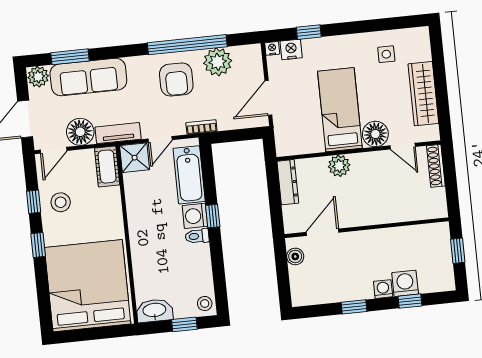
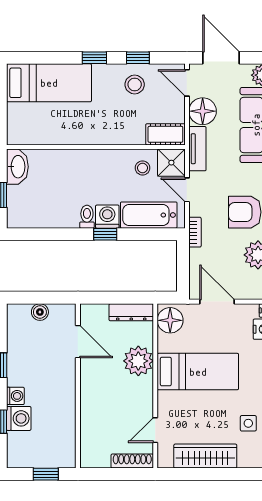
floor lamp: (375, 134) -> (170, 320), moved
plant: (339, 166) -> (138, 361), width x1.36, depth x1.36
boiler: (295, 256) -> (40, 312), moved
bed: (88, 286) -> (49, 83), width x0.49
stool: (205, 303) -> (143, 168), moved

